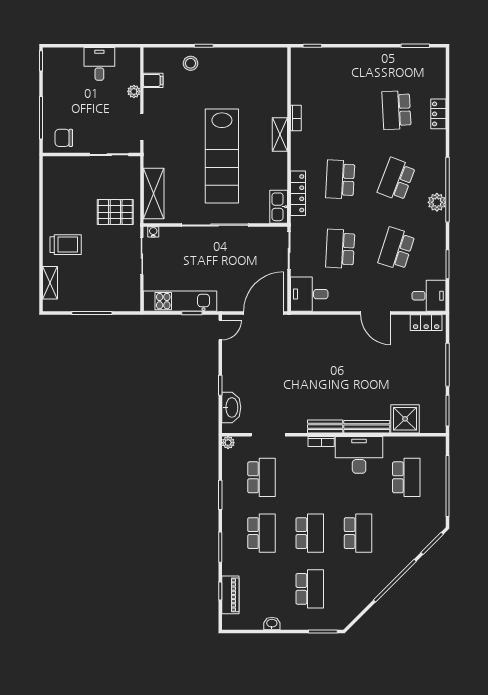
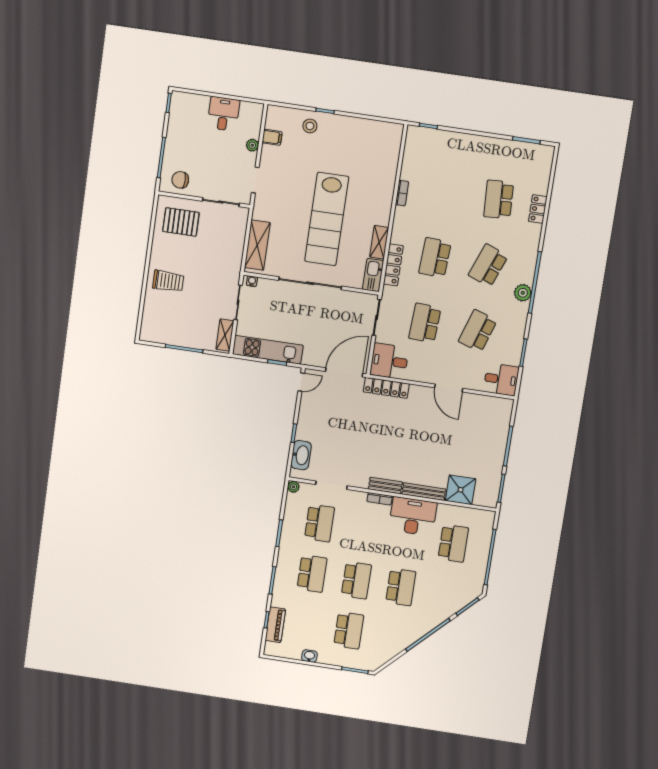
shelving: (280, 135) -> (379, 242), moved
pallet: (115, 212) -> (181, 222), moved
shelving: (50, 283) -> (225, 335), moved
locker: (426, 323) -> (386, 388), moved, width x1.53

